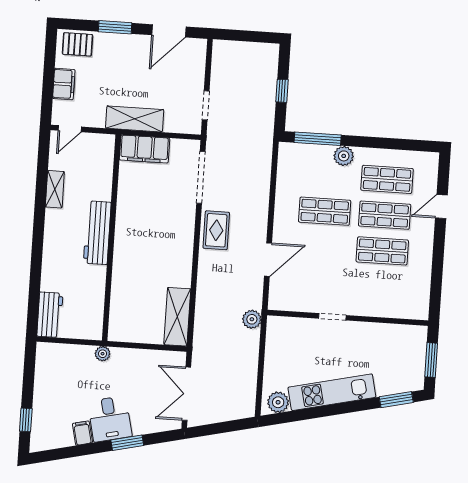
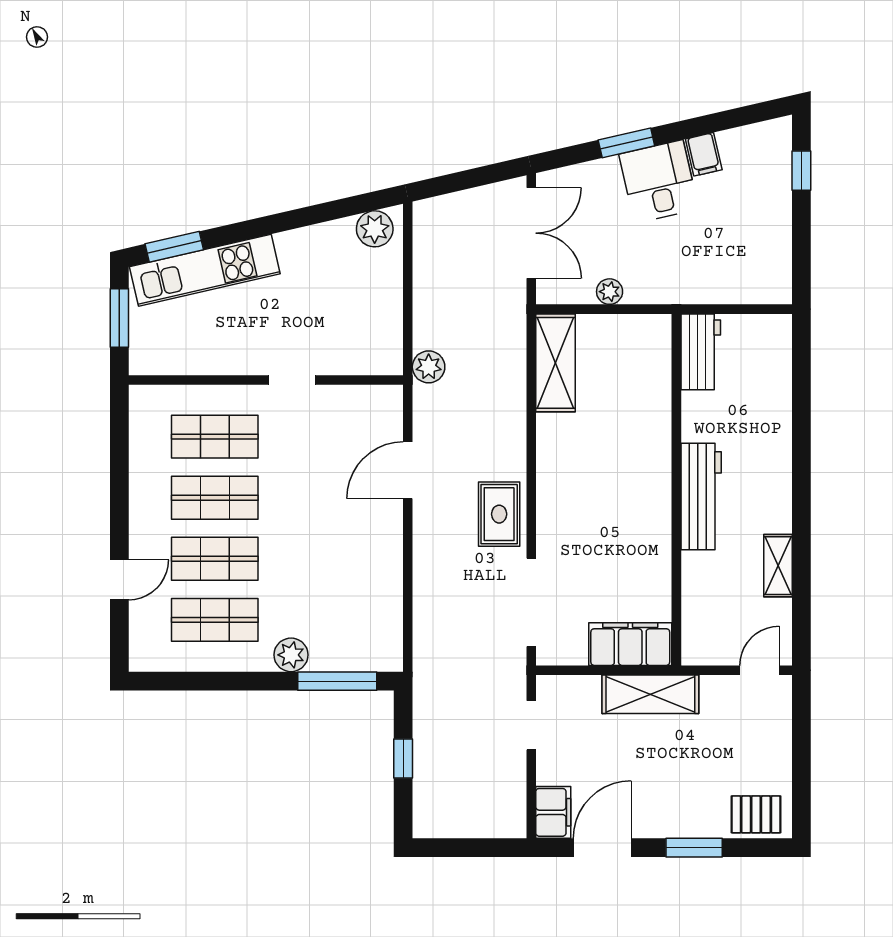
filing cabinet: (64, 84) -> (553, 812), moved, turned 180
shop shelf: (325, 211) -> (215, 437), moved
workbench: (50, 315) -> (701, 352), moved, turned 180
plant: (103, 354) -> (610, 292), moved
kitchen unit: (332, 392) -> (205, 270), moved

